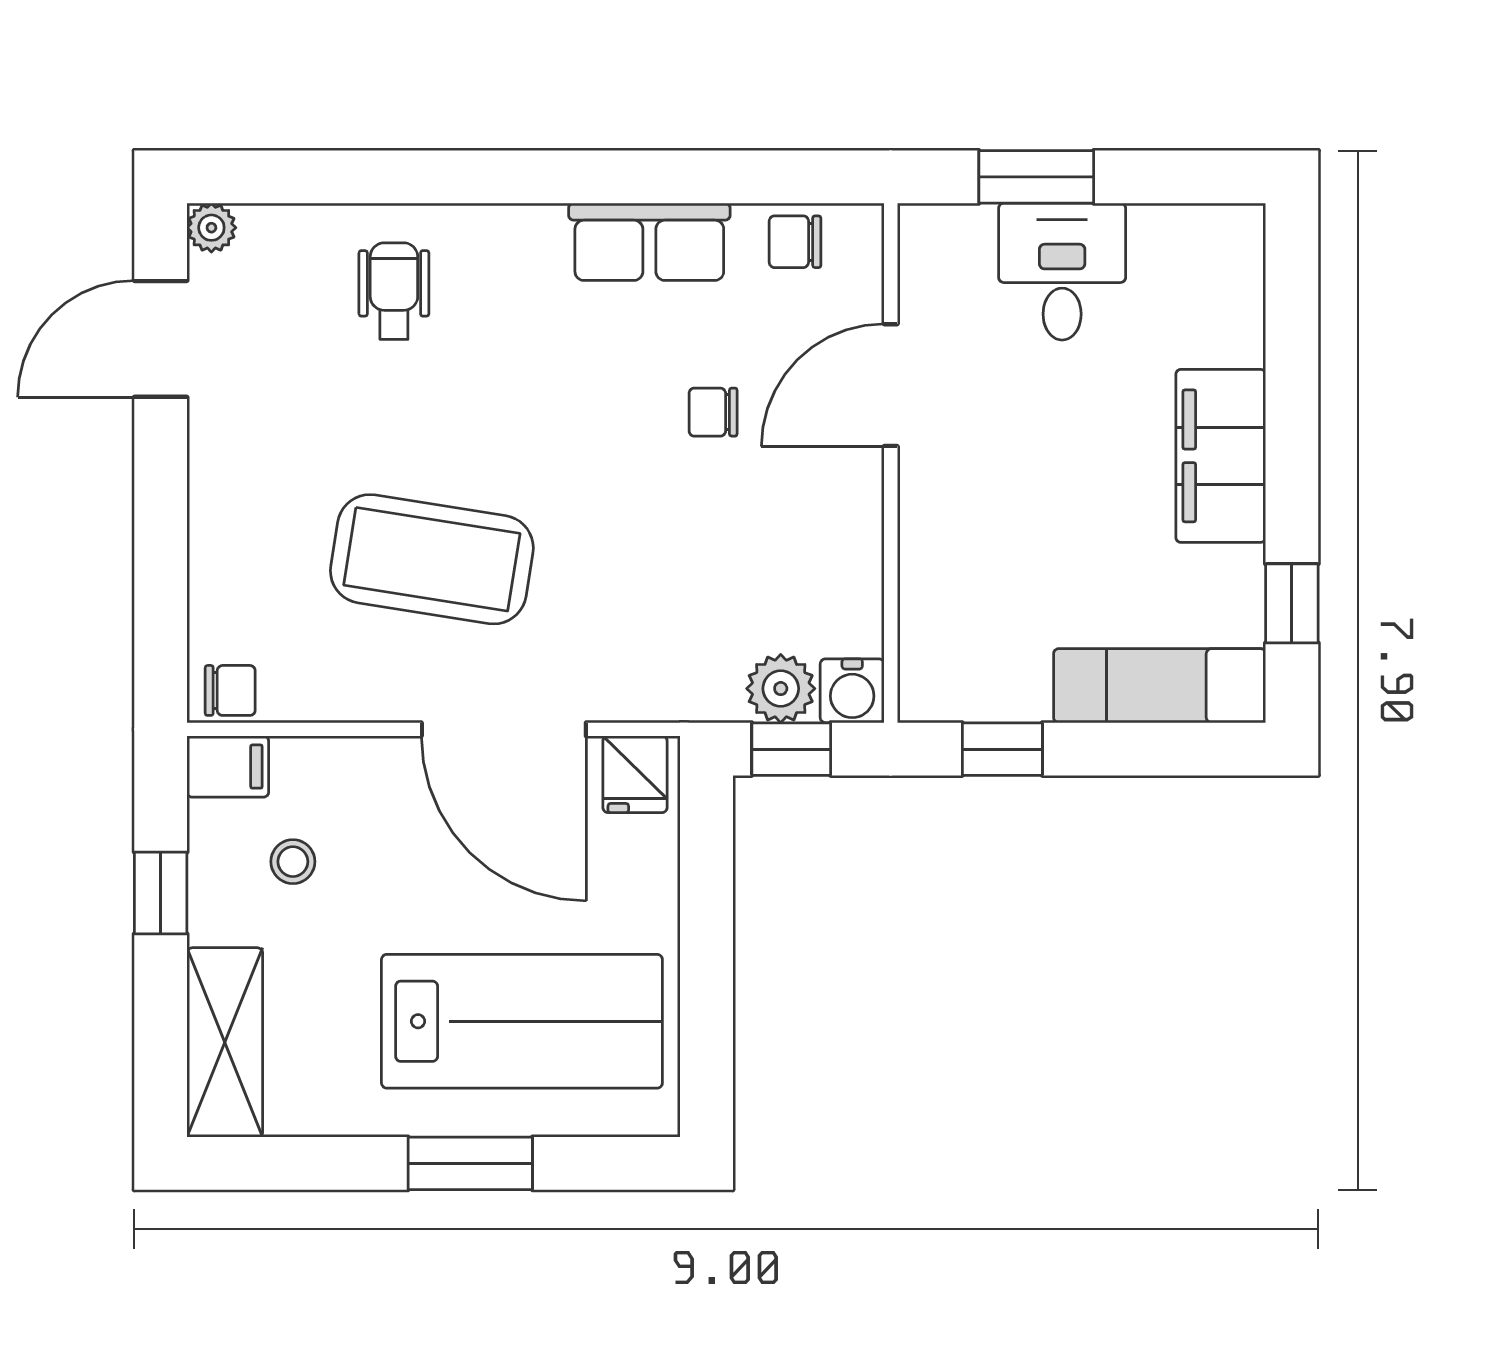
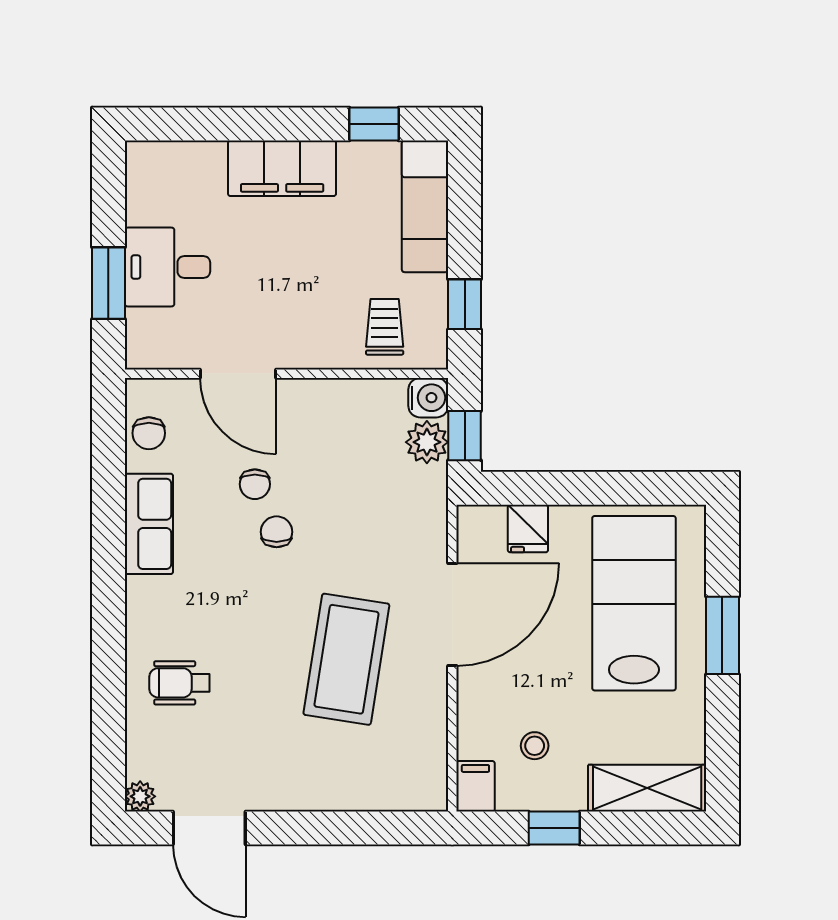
trolley: (966, 621) -> (385, 327), added
chair: (230, 690) -> (277, 532), moved
fridge: (635, 774) -> (528, 529), moved, turned 90

